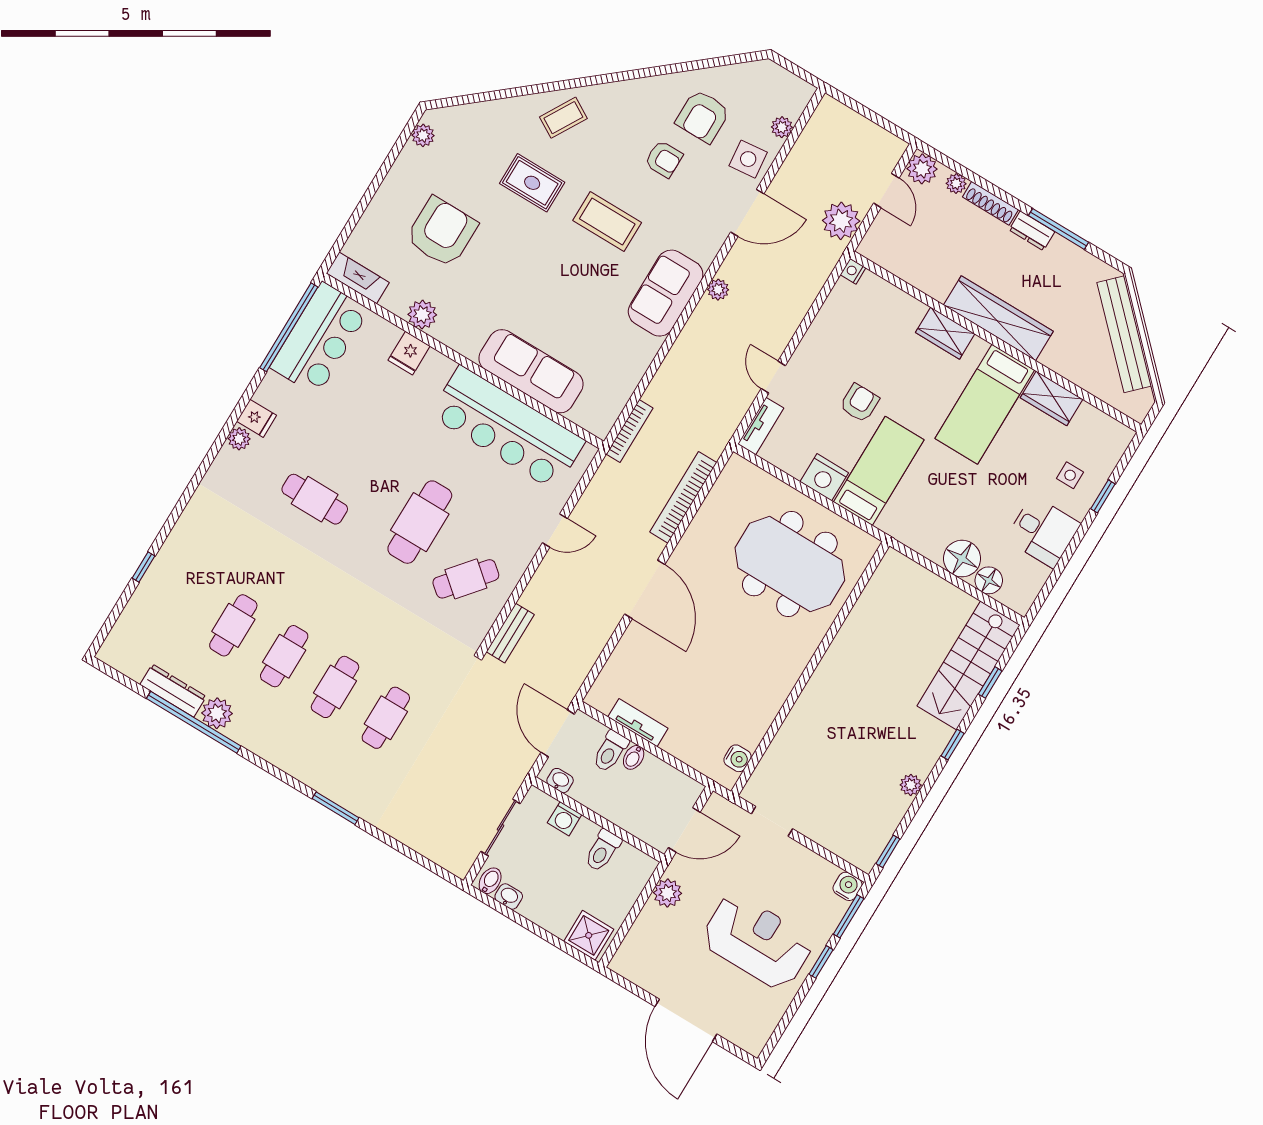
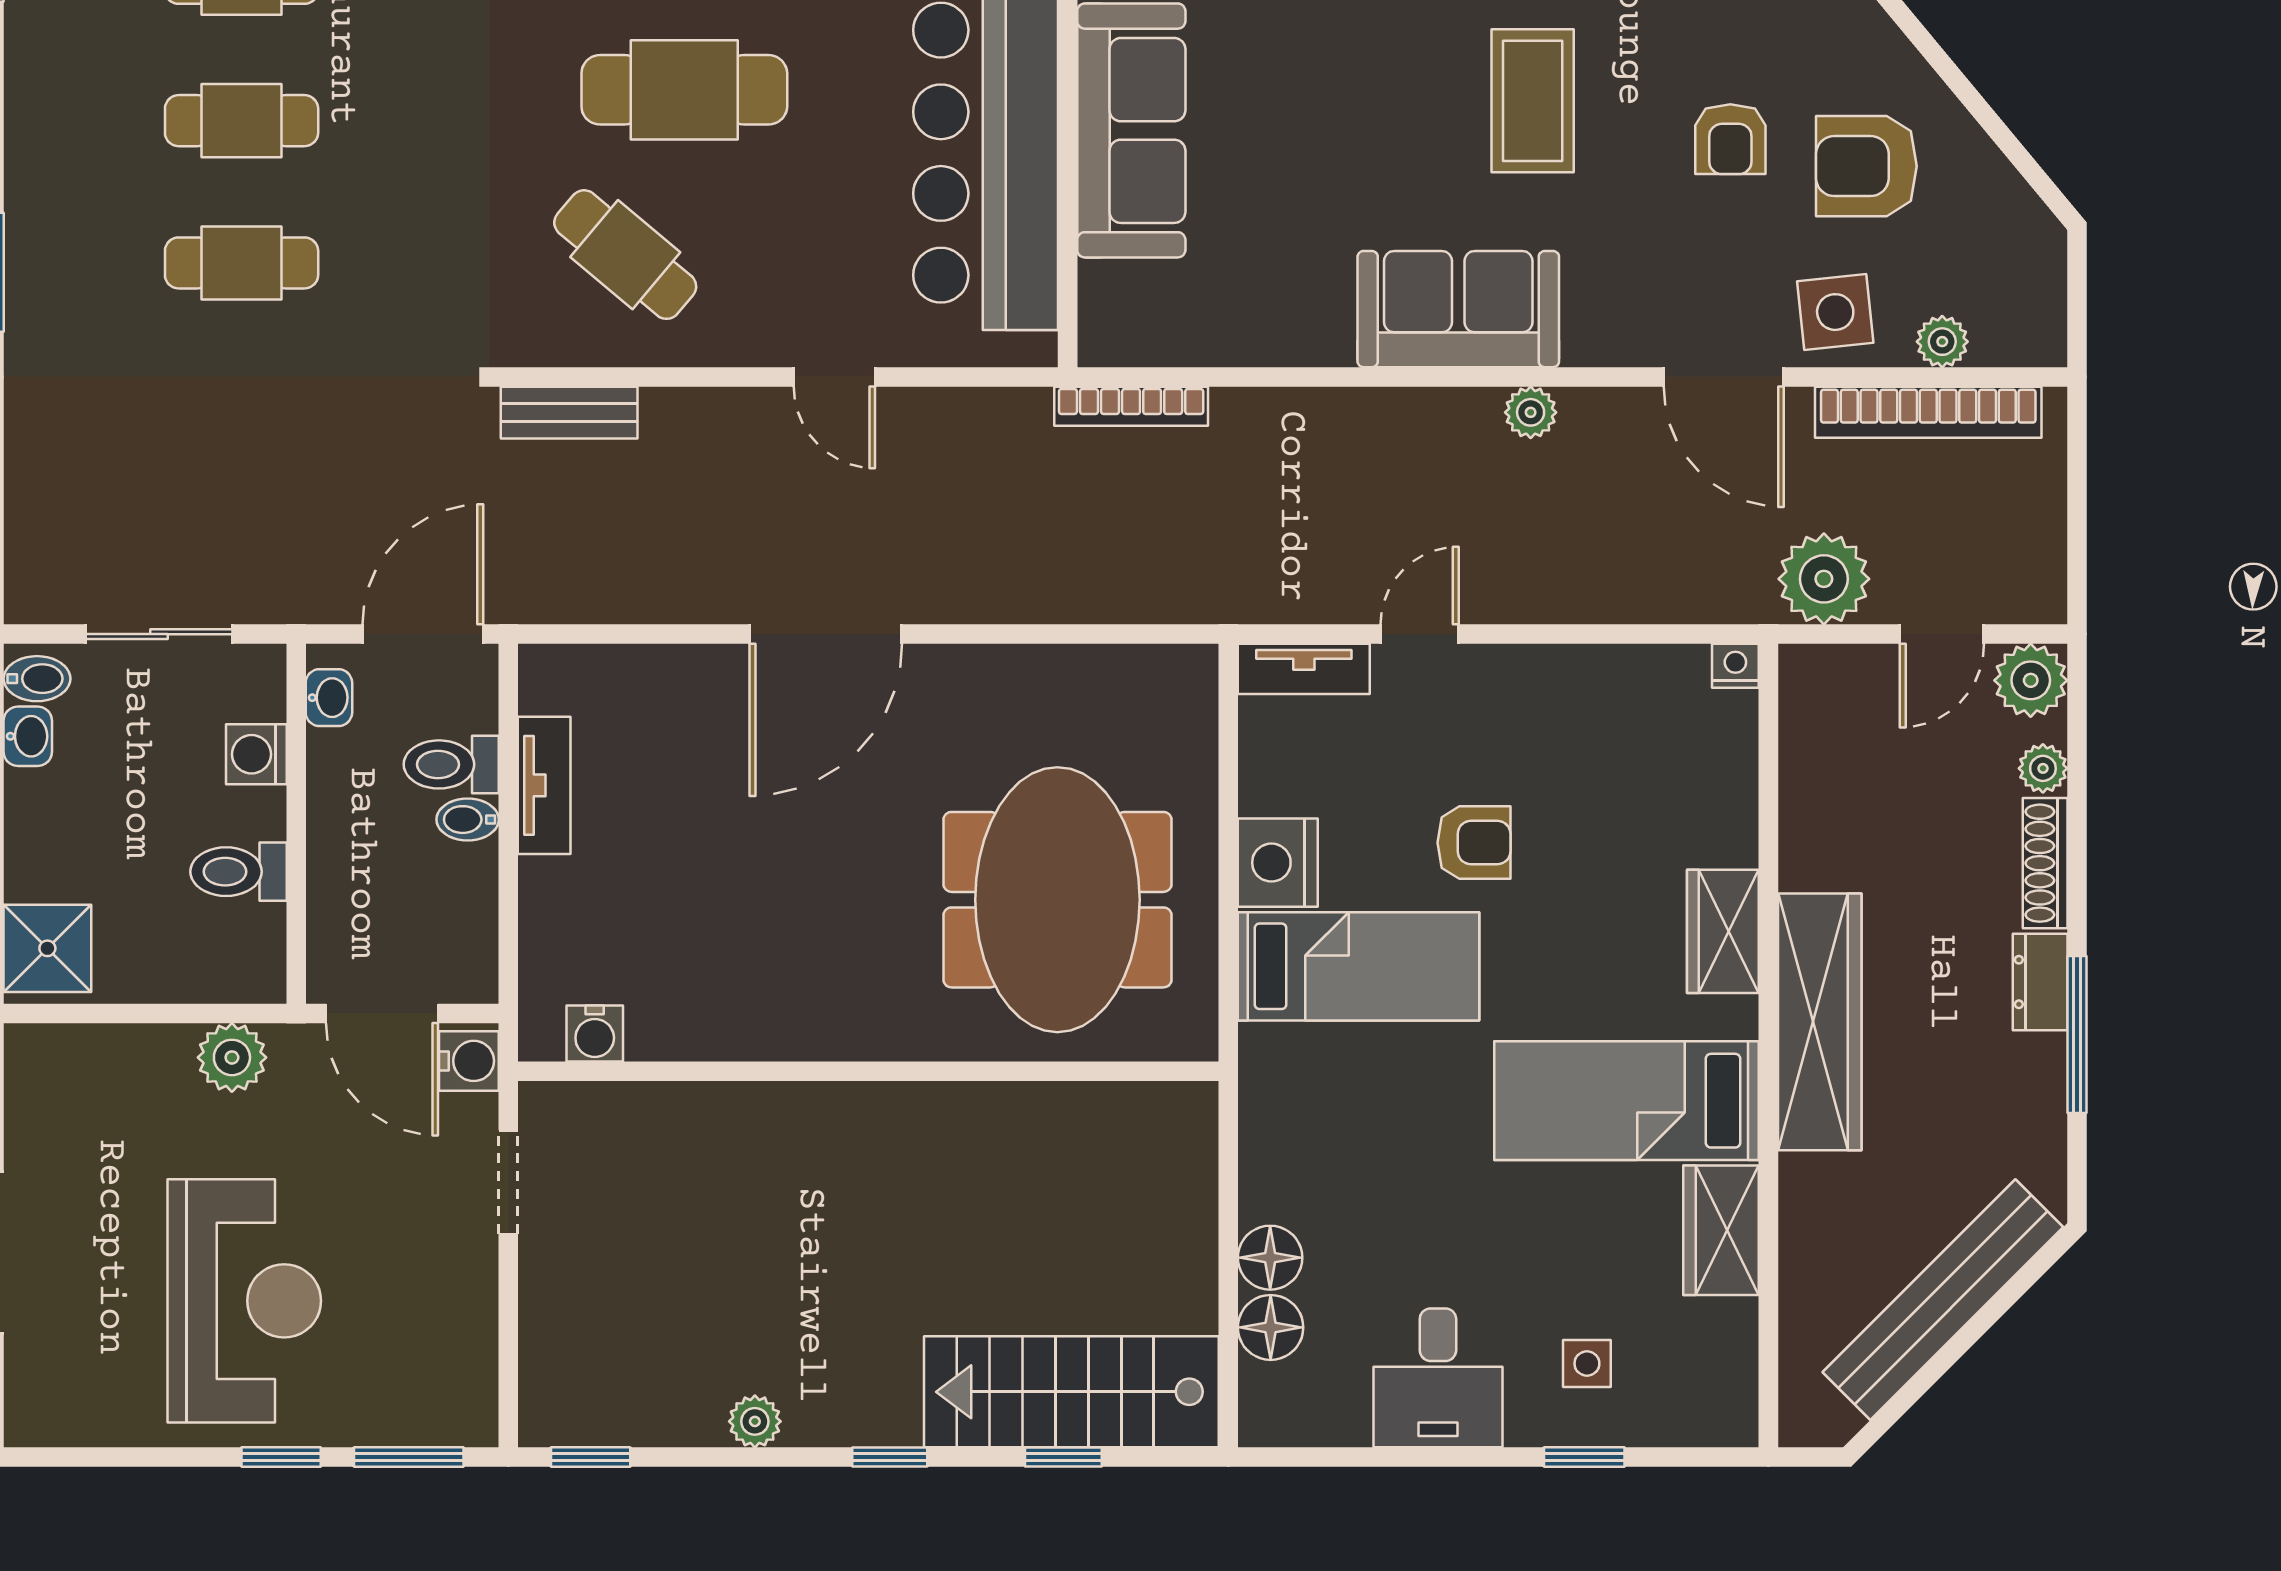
bookcase: (683, 497) -> (1928, 412), moved, turned 180
floor lamp: (962, 559) -> (1270, 1258), width x0.73, depth x0.73
water cooler: (847, 886) -> (469, 1061), moved

